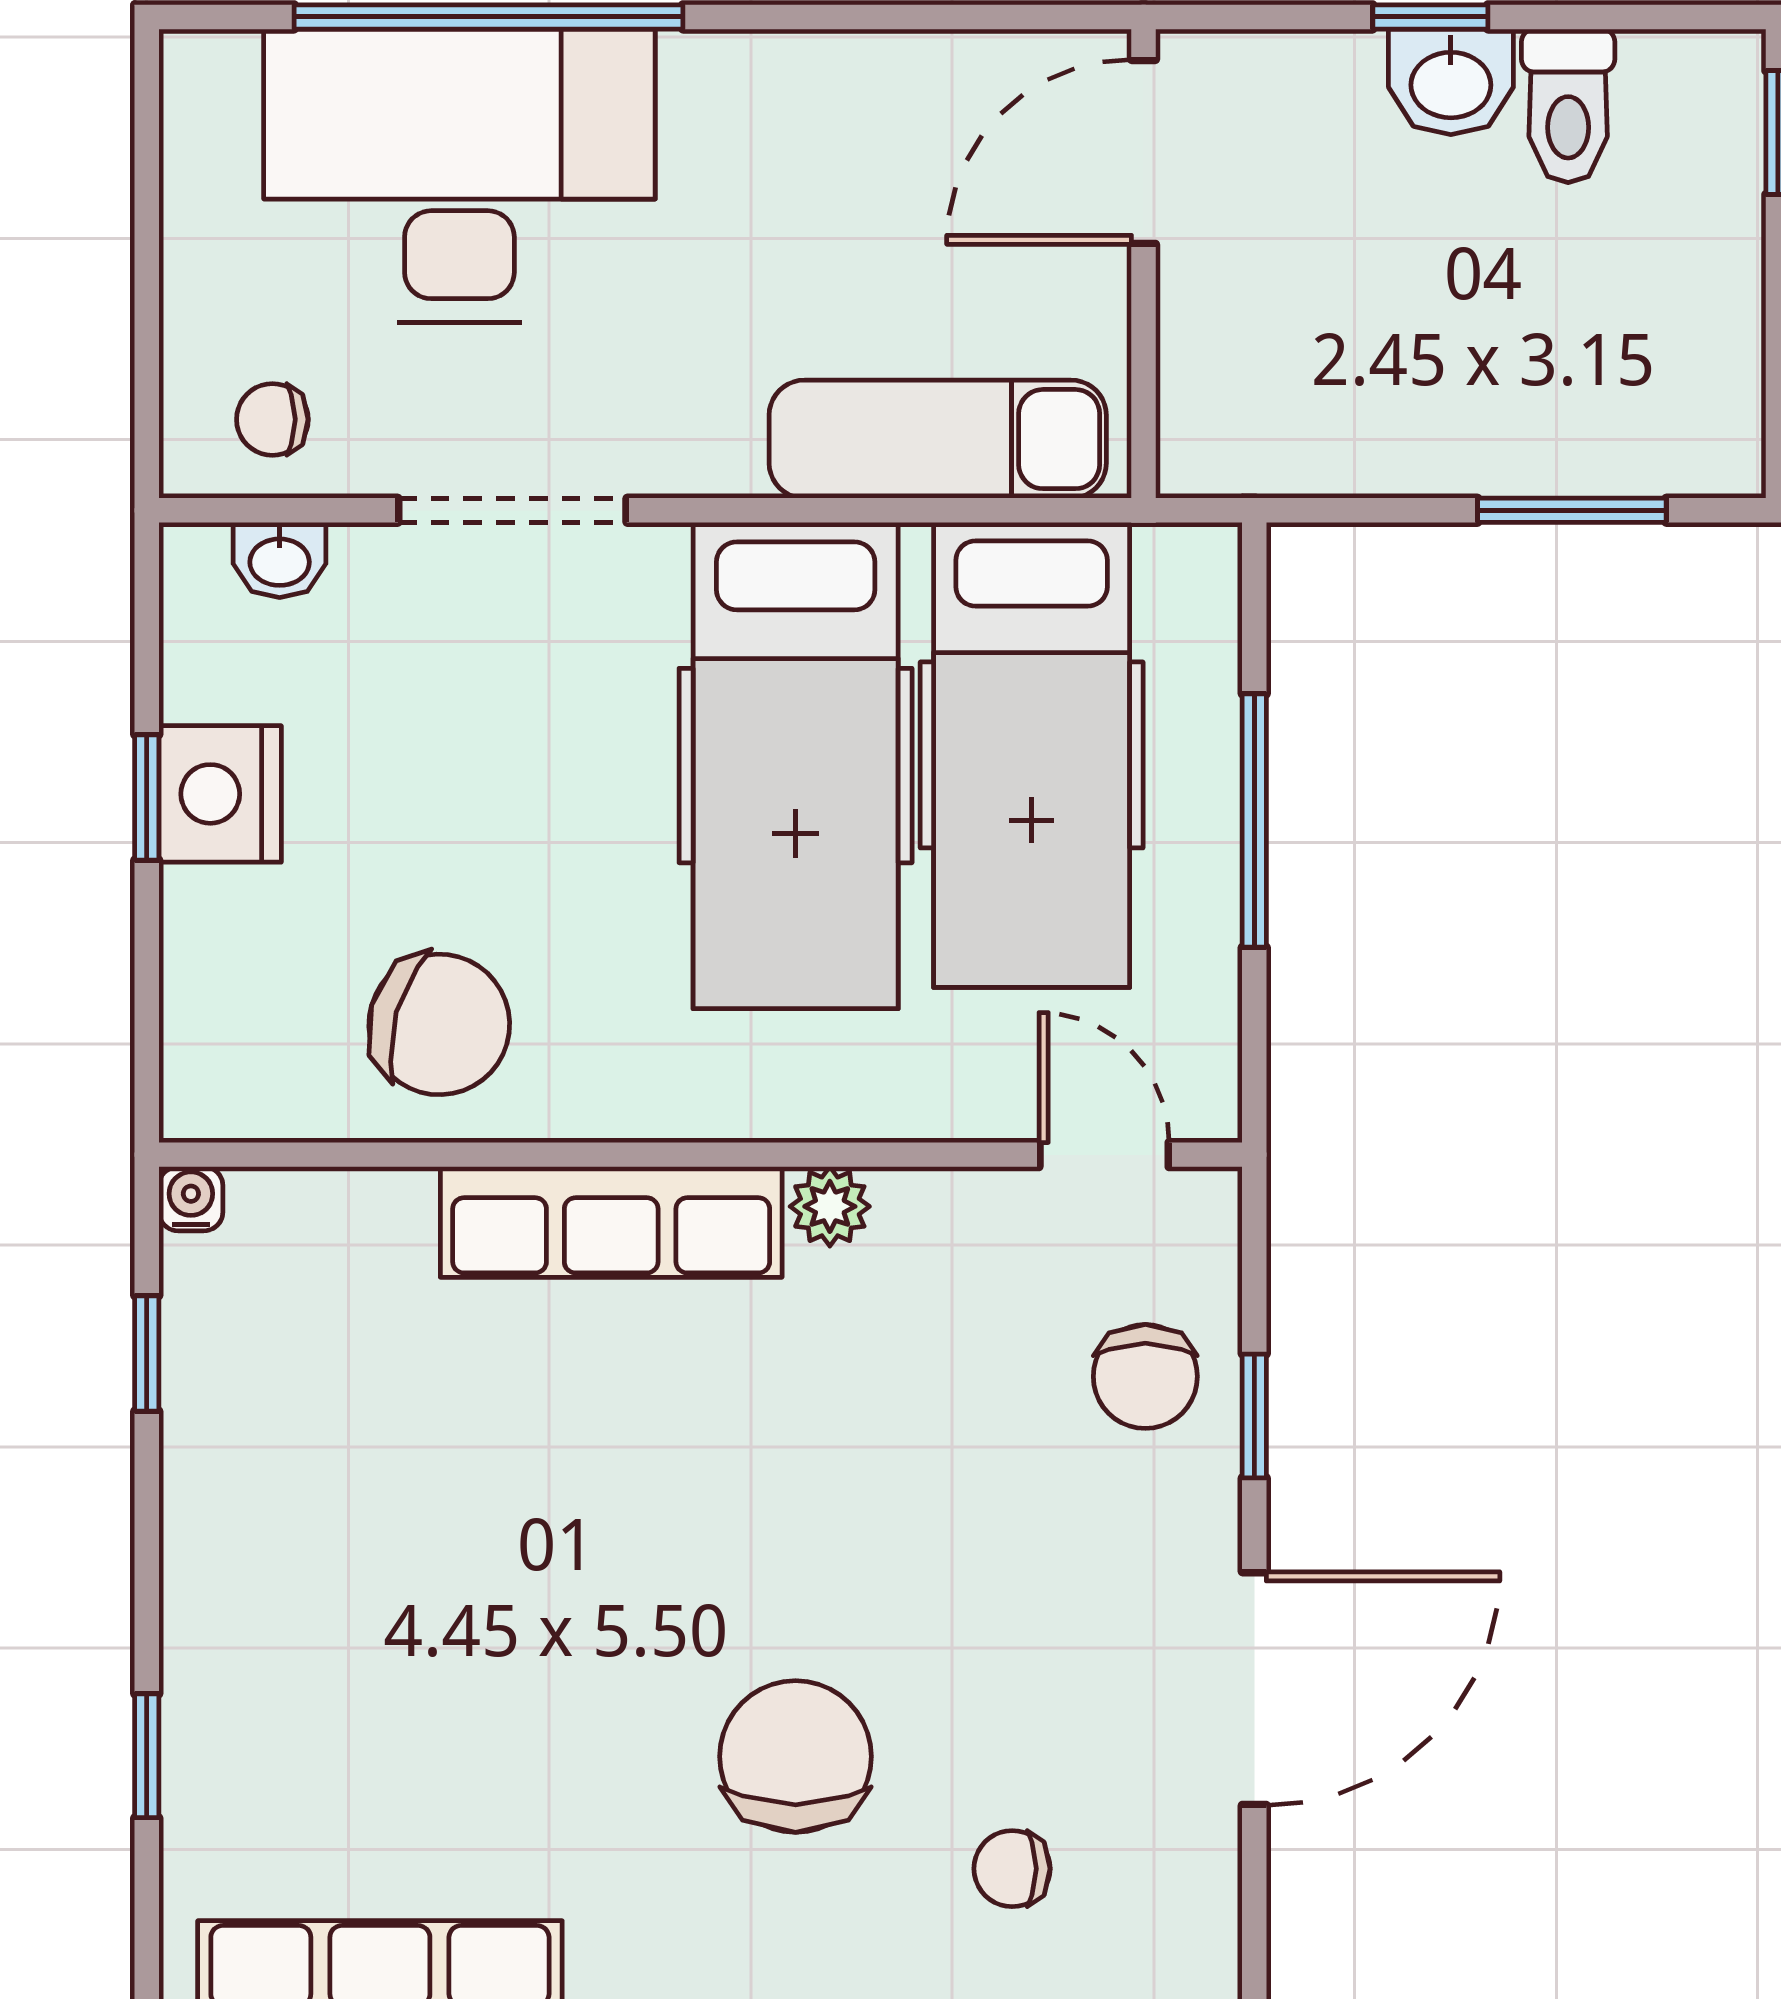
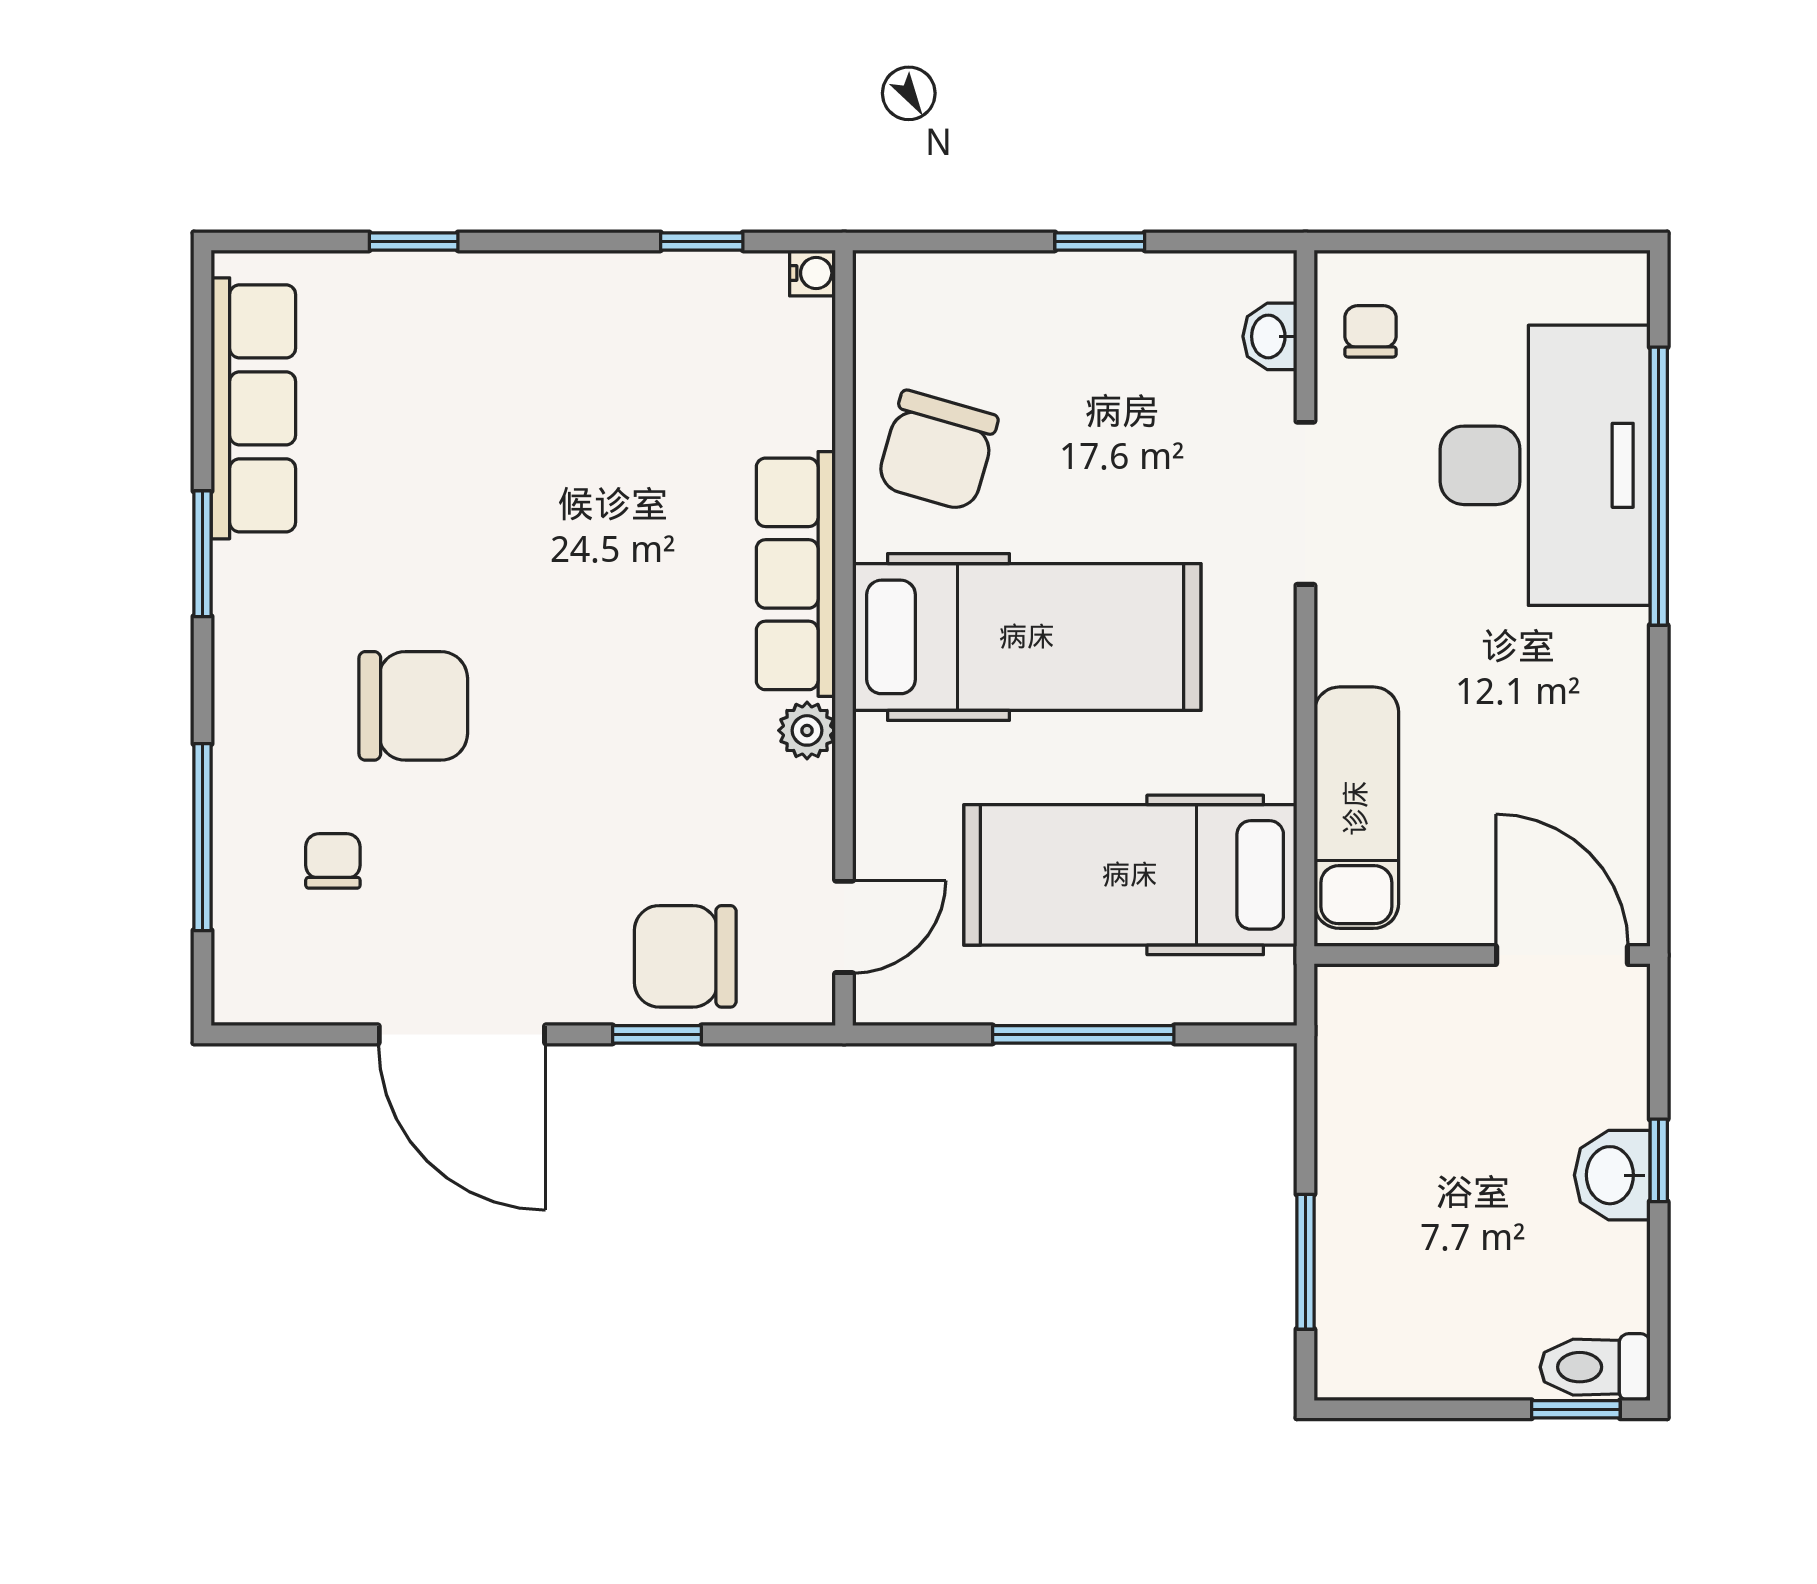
toilet: (1568, 106) -> (1595, 1367), moved
hospital bed: (796, 766) -> (1027, 637), moved, turned 180
nightstand: (220, 794) -> (1102, 294), removed
chair: (1145, 1376) -> (685, 956), width x1.37, depth x1.37

